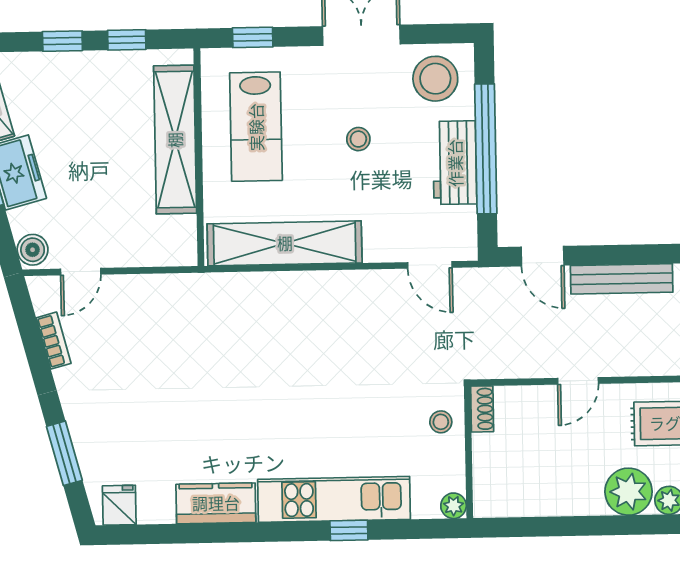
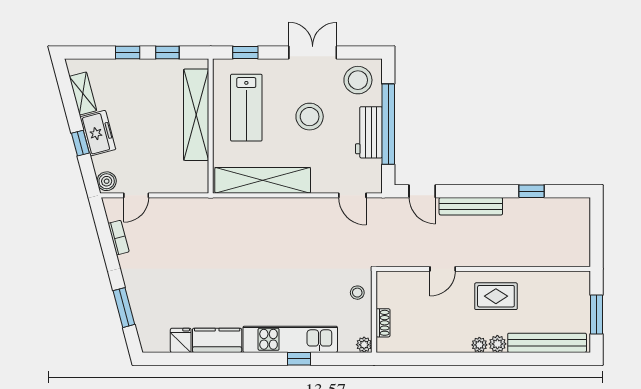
stool: (358, 139) -> (310, 117), width x1.89, depth x1.89
shoe rack: (482, 409) -> (383, 323), moved
plant: (629, 492) -> (479, 345), width x0.53, depth x0.53
fridge: (119, 505) -> (181, 340), moved

